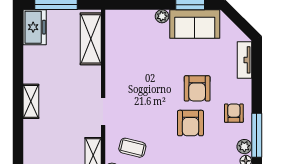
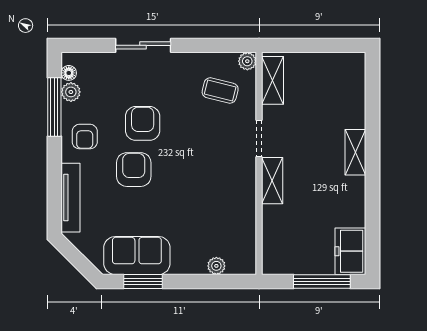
plant: (162, 16) -> (216, 266), moved
shelving: (91, 39) -> (272, 181), moved, width x0.67, depth x0.75
tv unit: (244, 60) -> (71, 198), width x1.41

